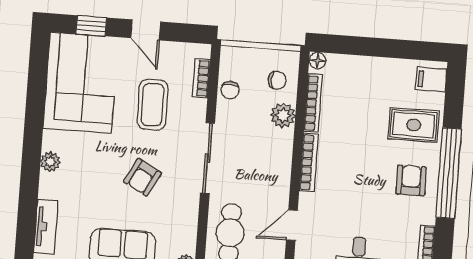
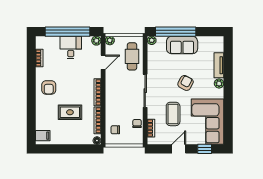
door: (146, 30) -> (179, 149), hinge flipped
plant: (283, 115) -> (111, 113), removed
rug: (414, 125) -> (70, 112), moved
window: (449, 173) -> (31, 92), removed
armchair: (143, 177) -> (186, 83), moved
tv unit: (46, 227) -> (219, 65), moved

